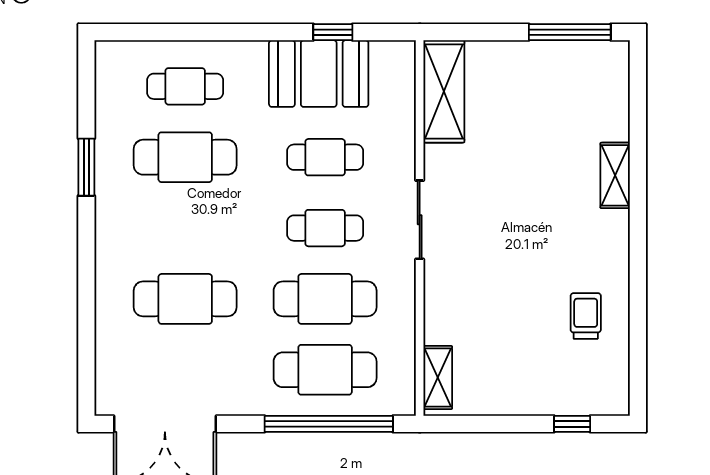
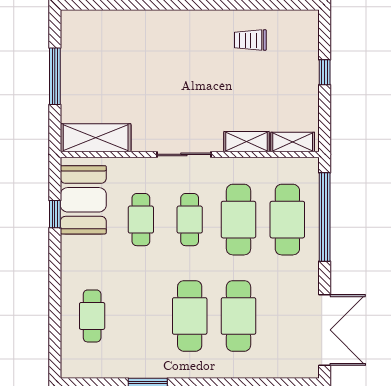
window: (570, 32) -> (55, 76), moved
booth: (319, 74) -> (83, 200), moved
cafe table: (185, 157) -> (190, 316), moved
shelving: (615, 175) -> (246, 142), moved
window: (572, 424) -> (325, 72), moved

